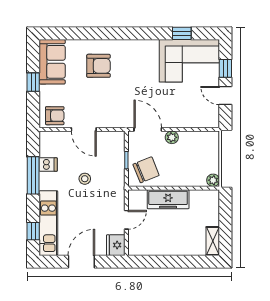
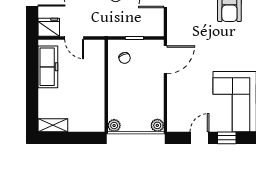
plant: (172, 137) -> (157, 125), moved
chair: (146, 170) -> (125, 58), width x0.54, depth x0.54
freezer: (168, 199) -> (48, 67), moved, turned 180

